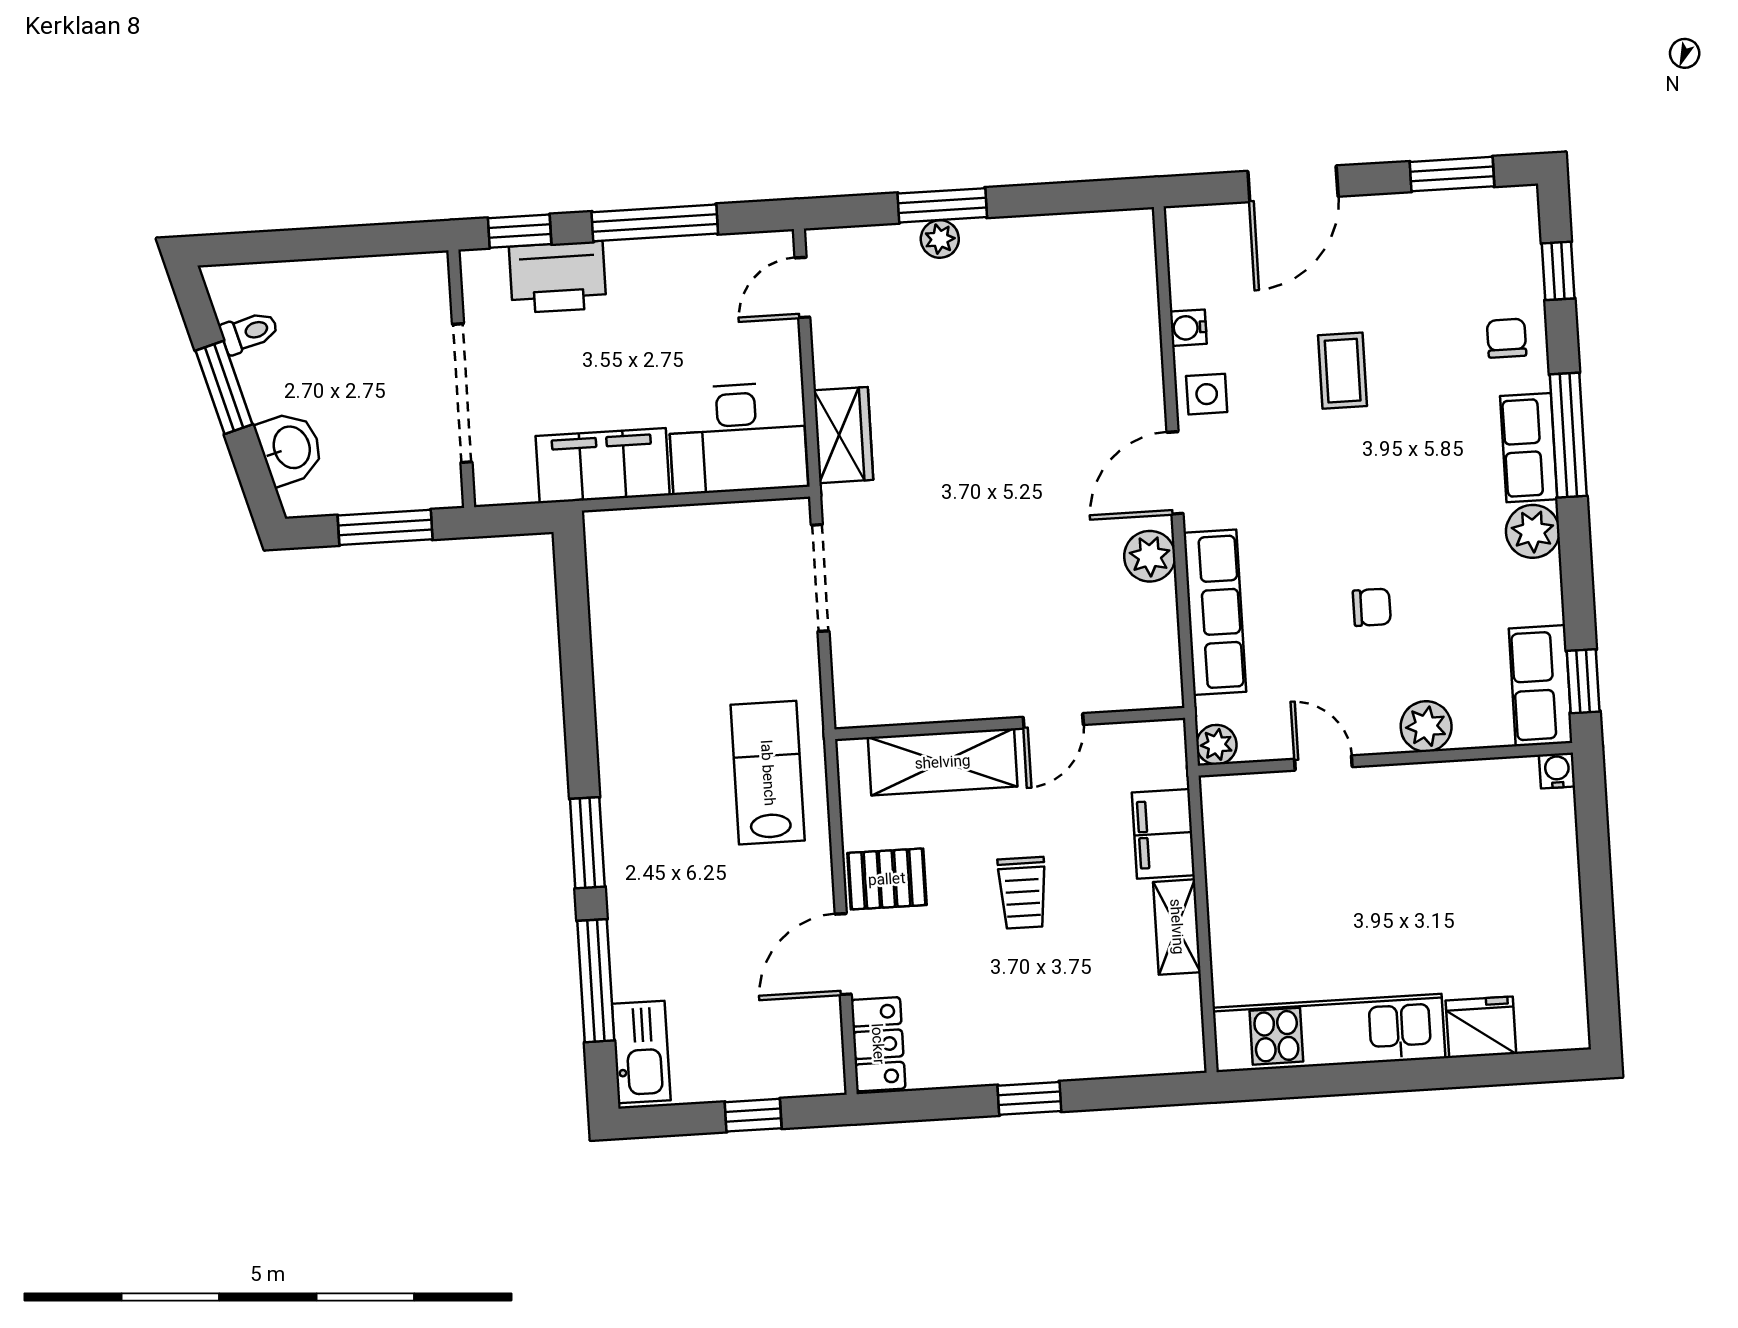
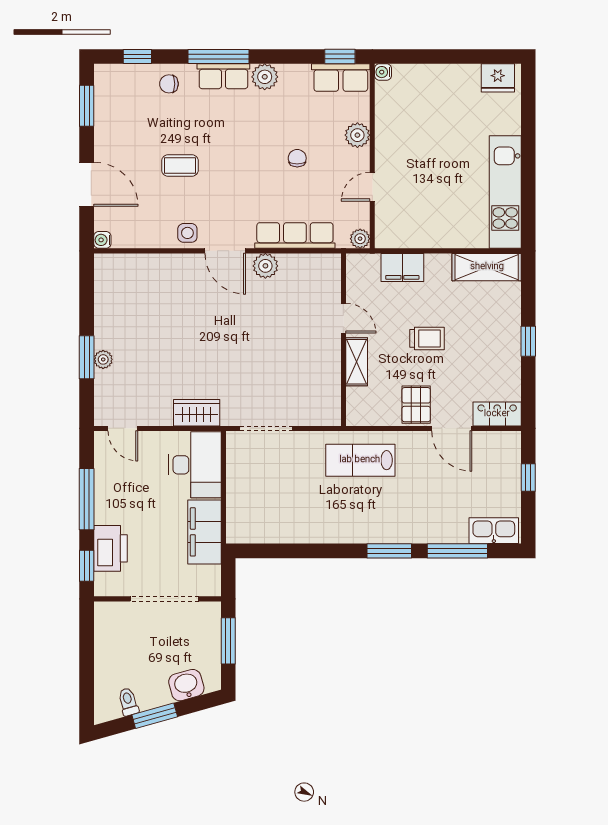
water cooler: (1188, 328) -> (102, 240), moved, turned 90
shelving: (943, 762) -> (357, 362), width x0.67, depth x0.75
shelving: (1177, 927) -> (487, 267), moved, width x1.50, depth x1.33
fridge: (1481, 1027) -> (498, 78), moved, turned -90

